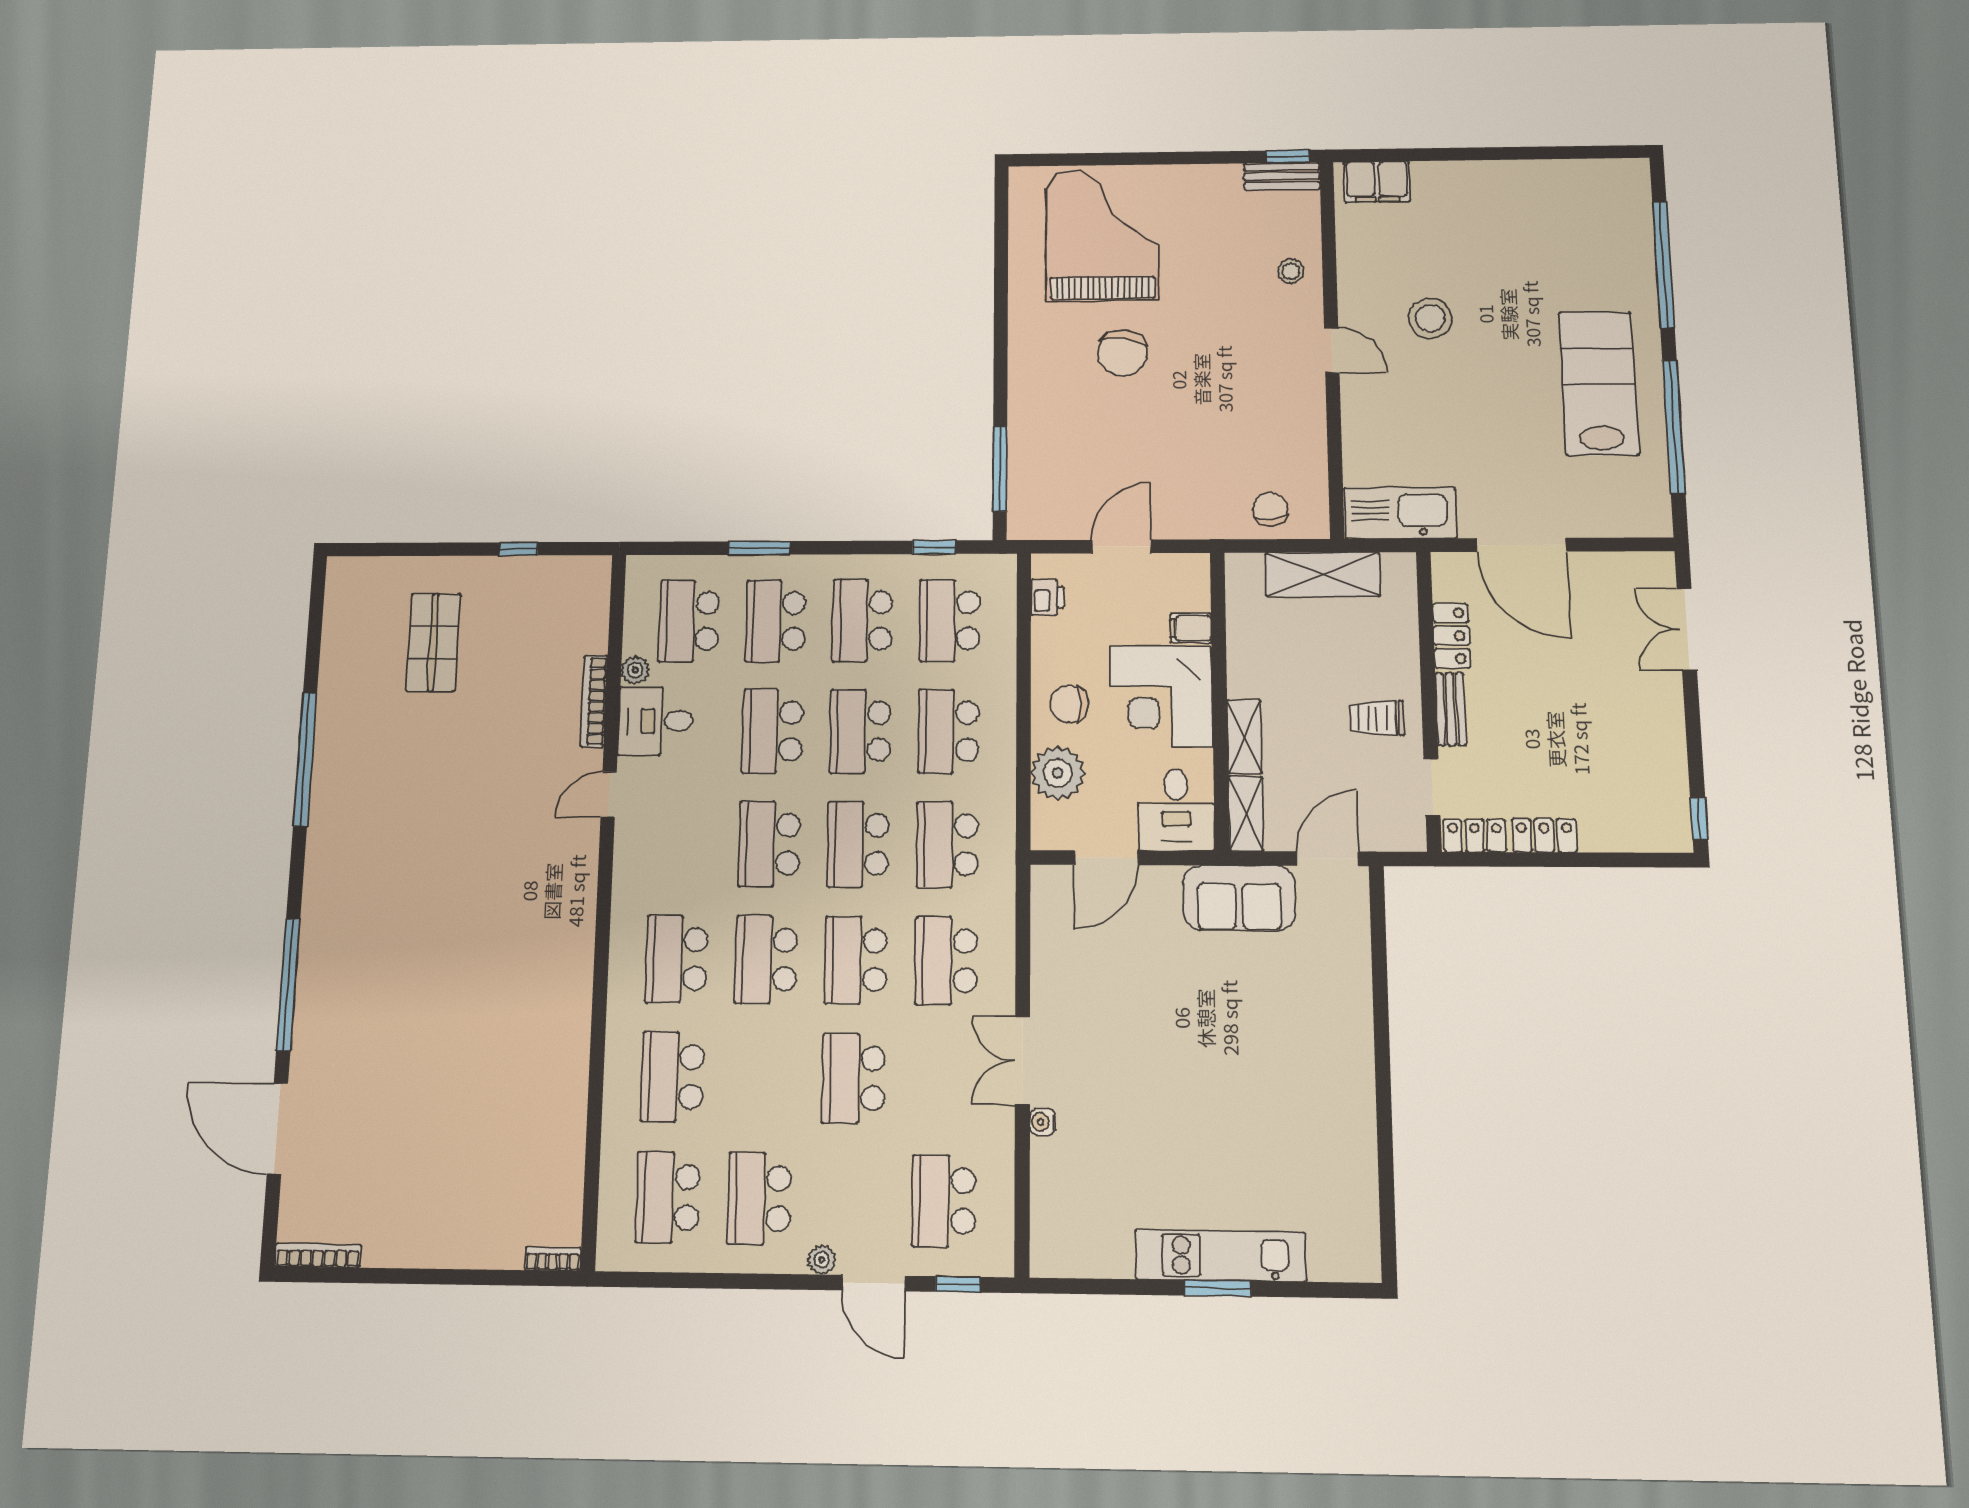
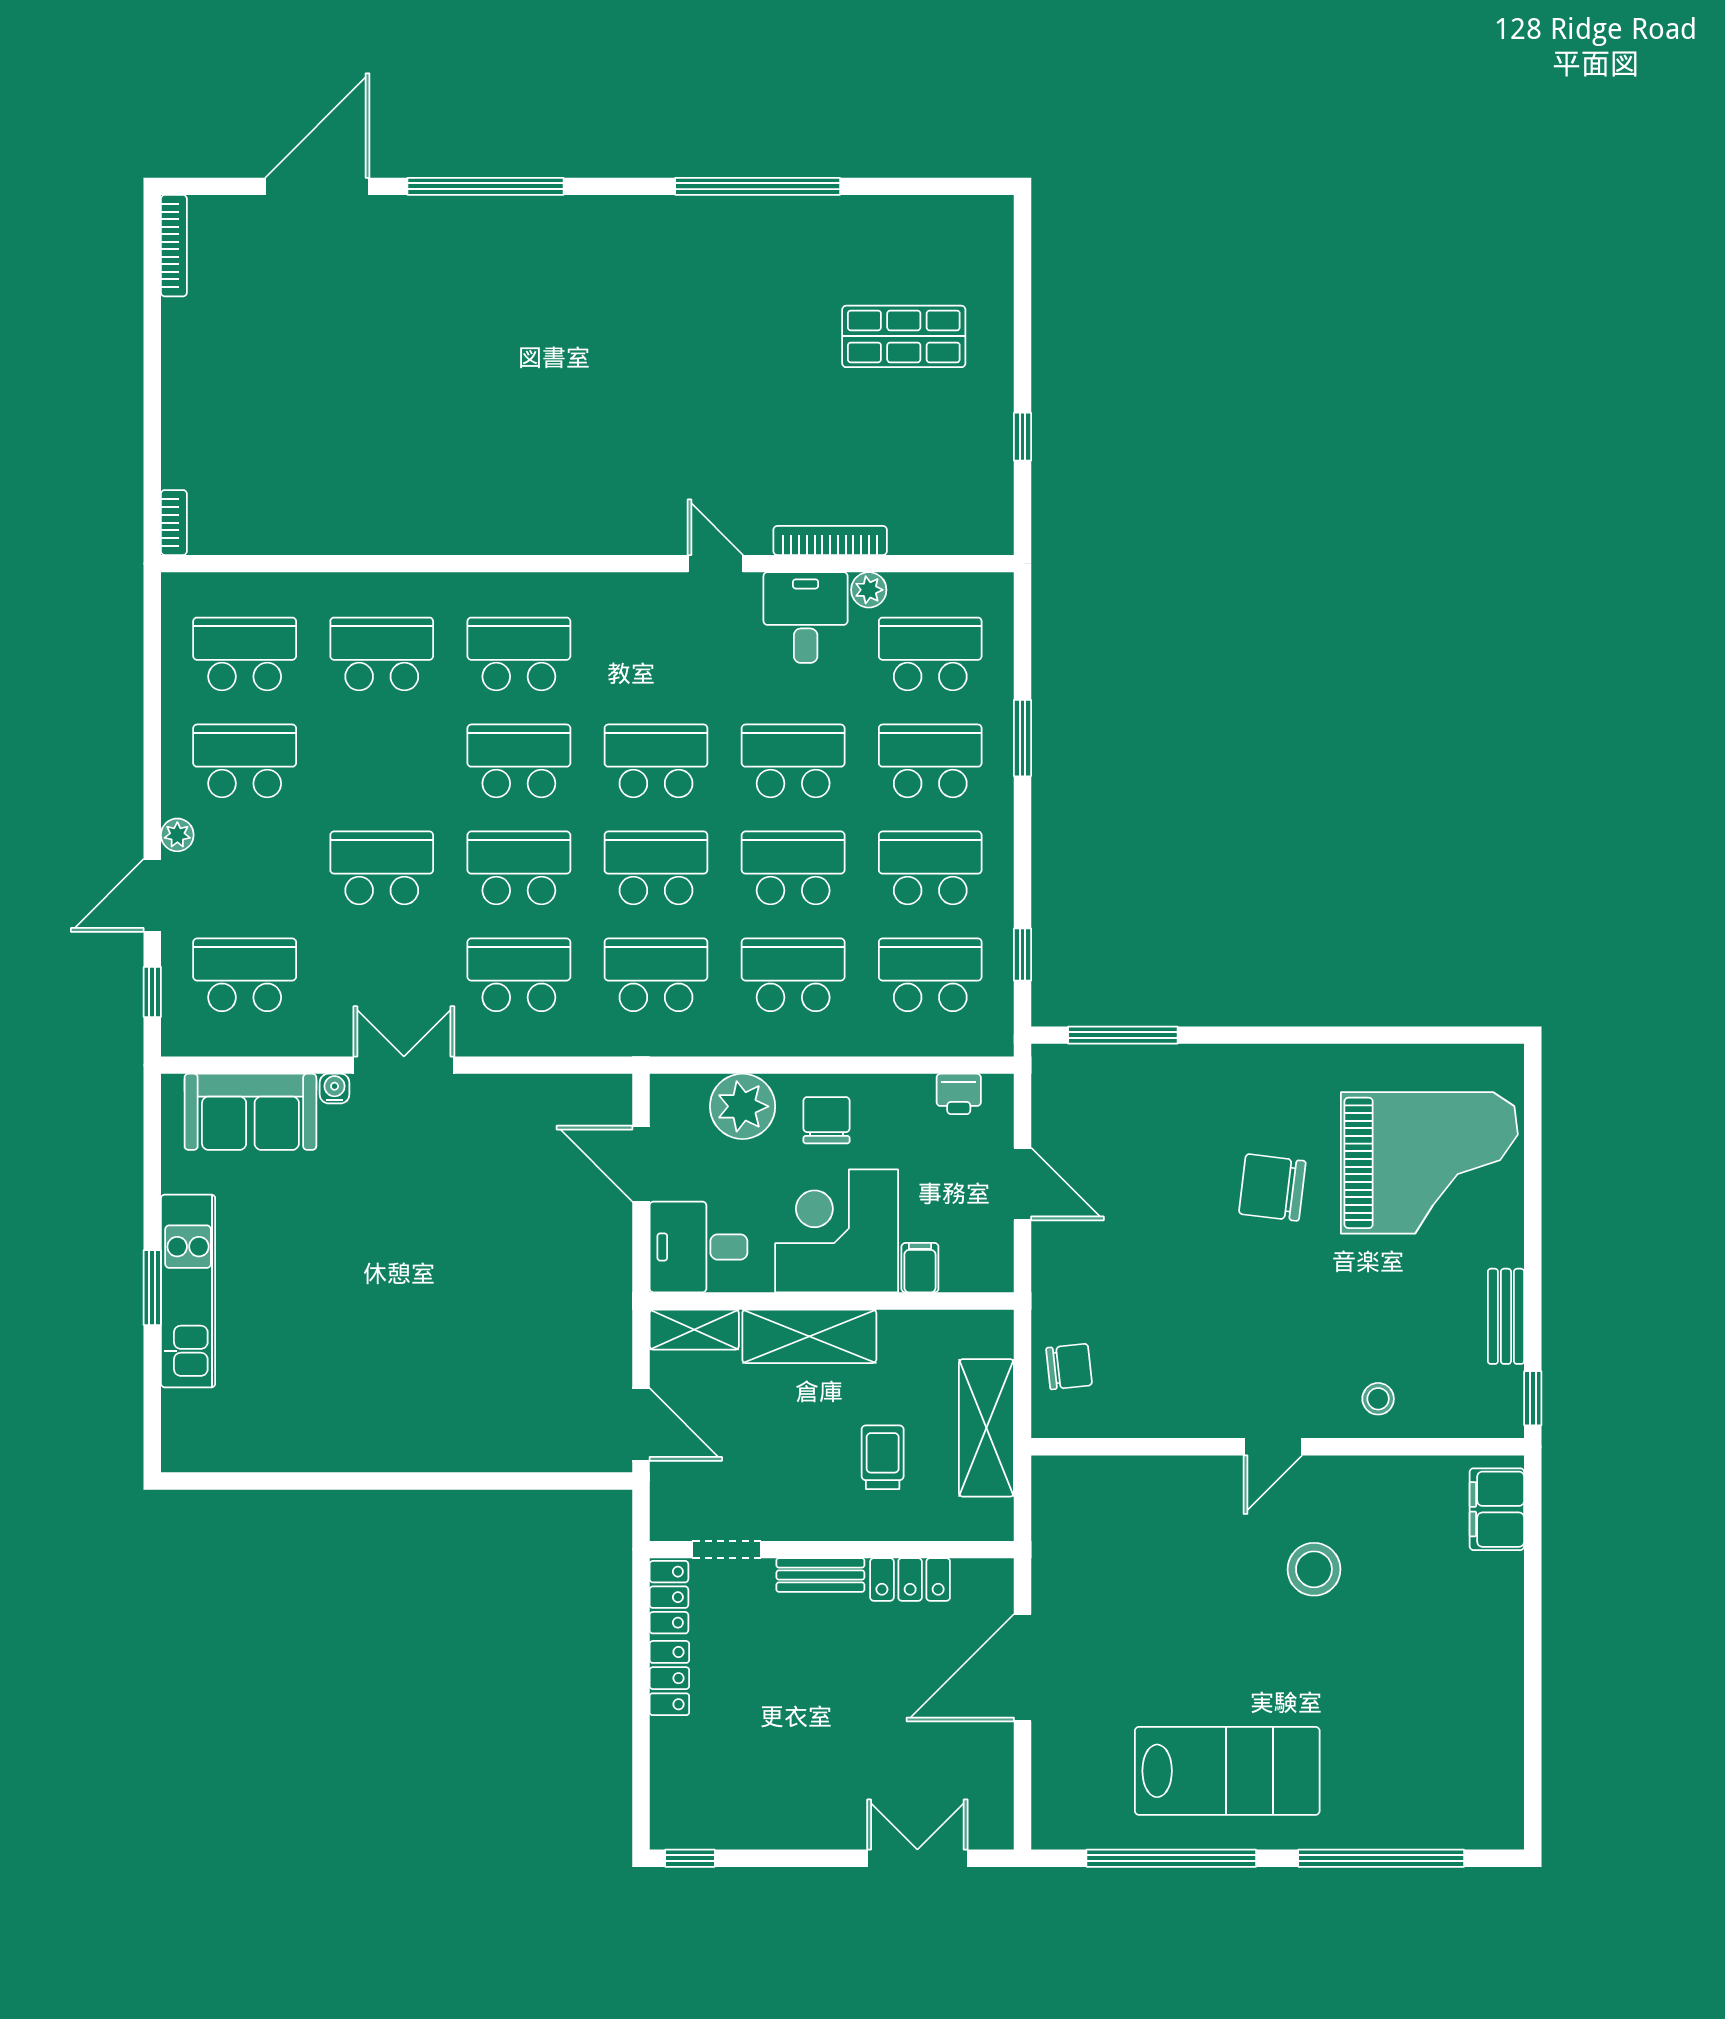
bench: (1282, 176) -> (1506, 1316), moved
kitchen sink: (1400, 513) -> (1063, 1524), removed
trolley: (1377, 718) -> (883, 1457), moved
shelving: (1244, 737) -> (809, 1336), width x1.50, depth x1.33
sofa: (1239, 898) -> (250, 1112), moved, turned -90

